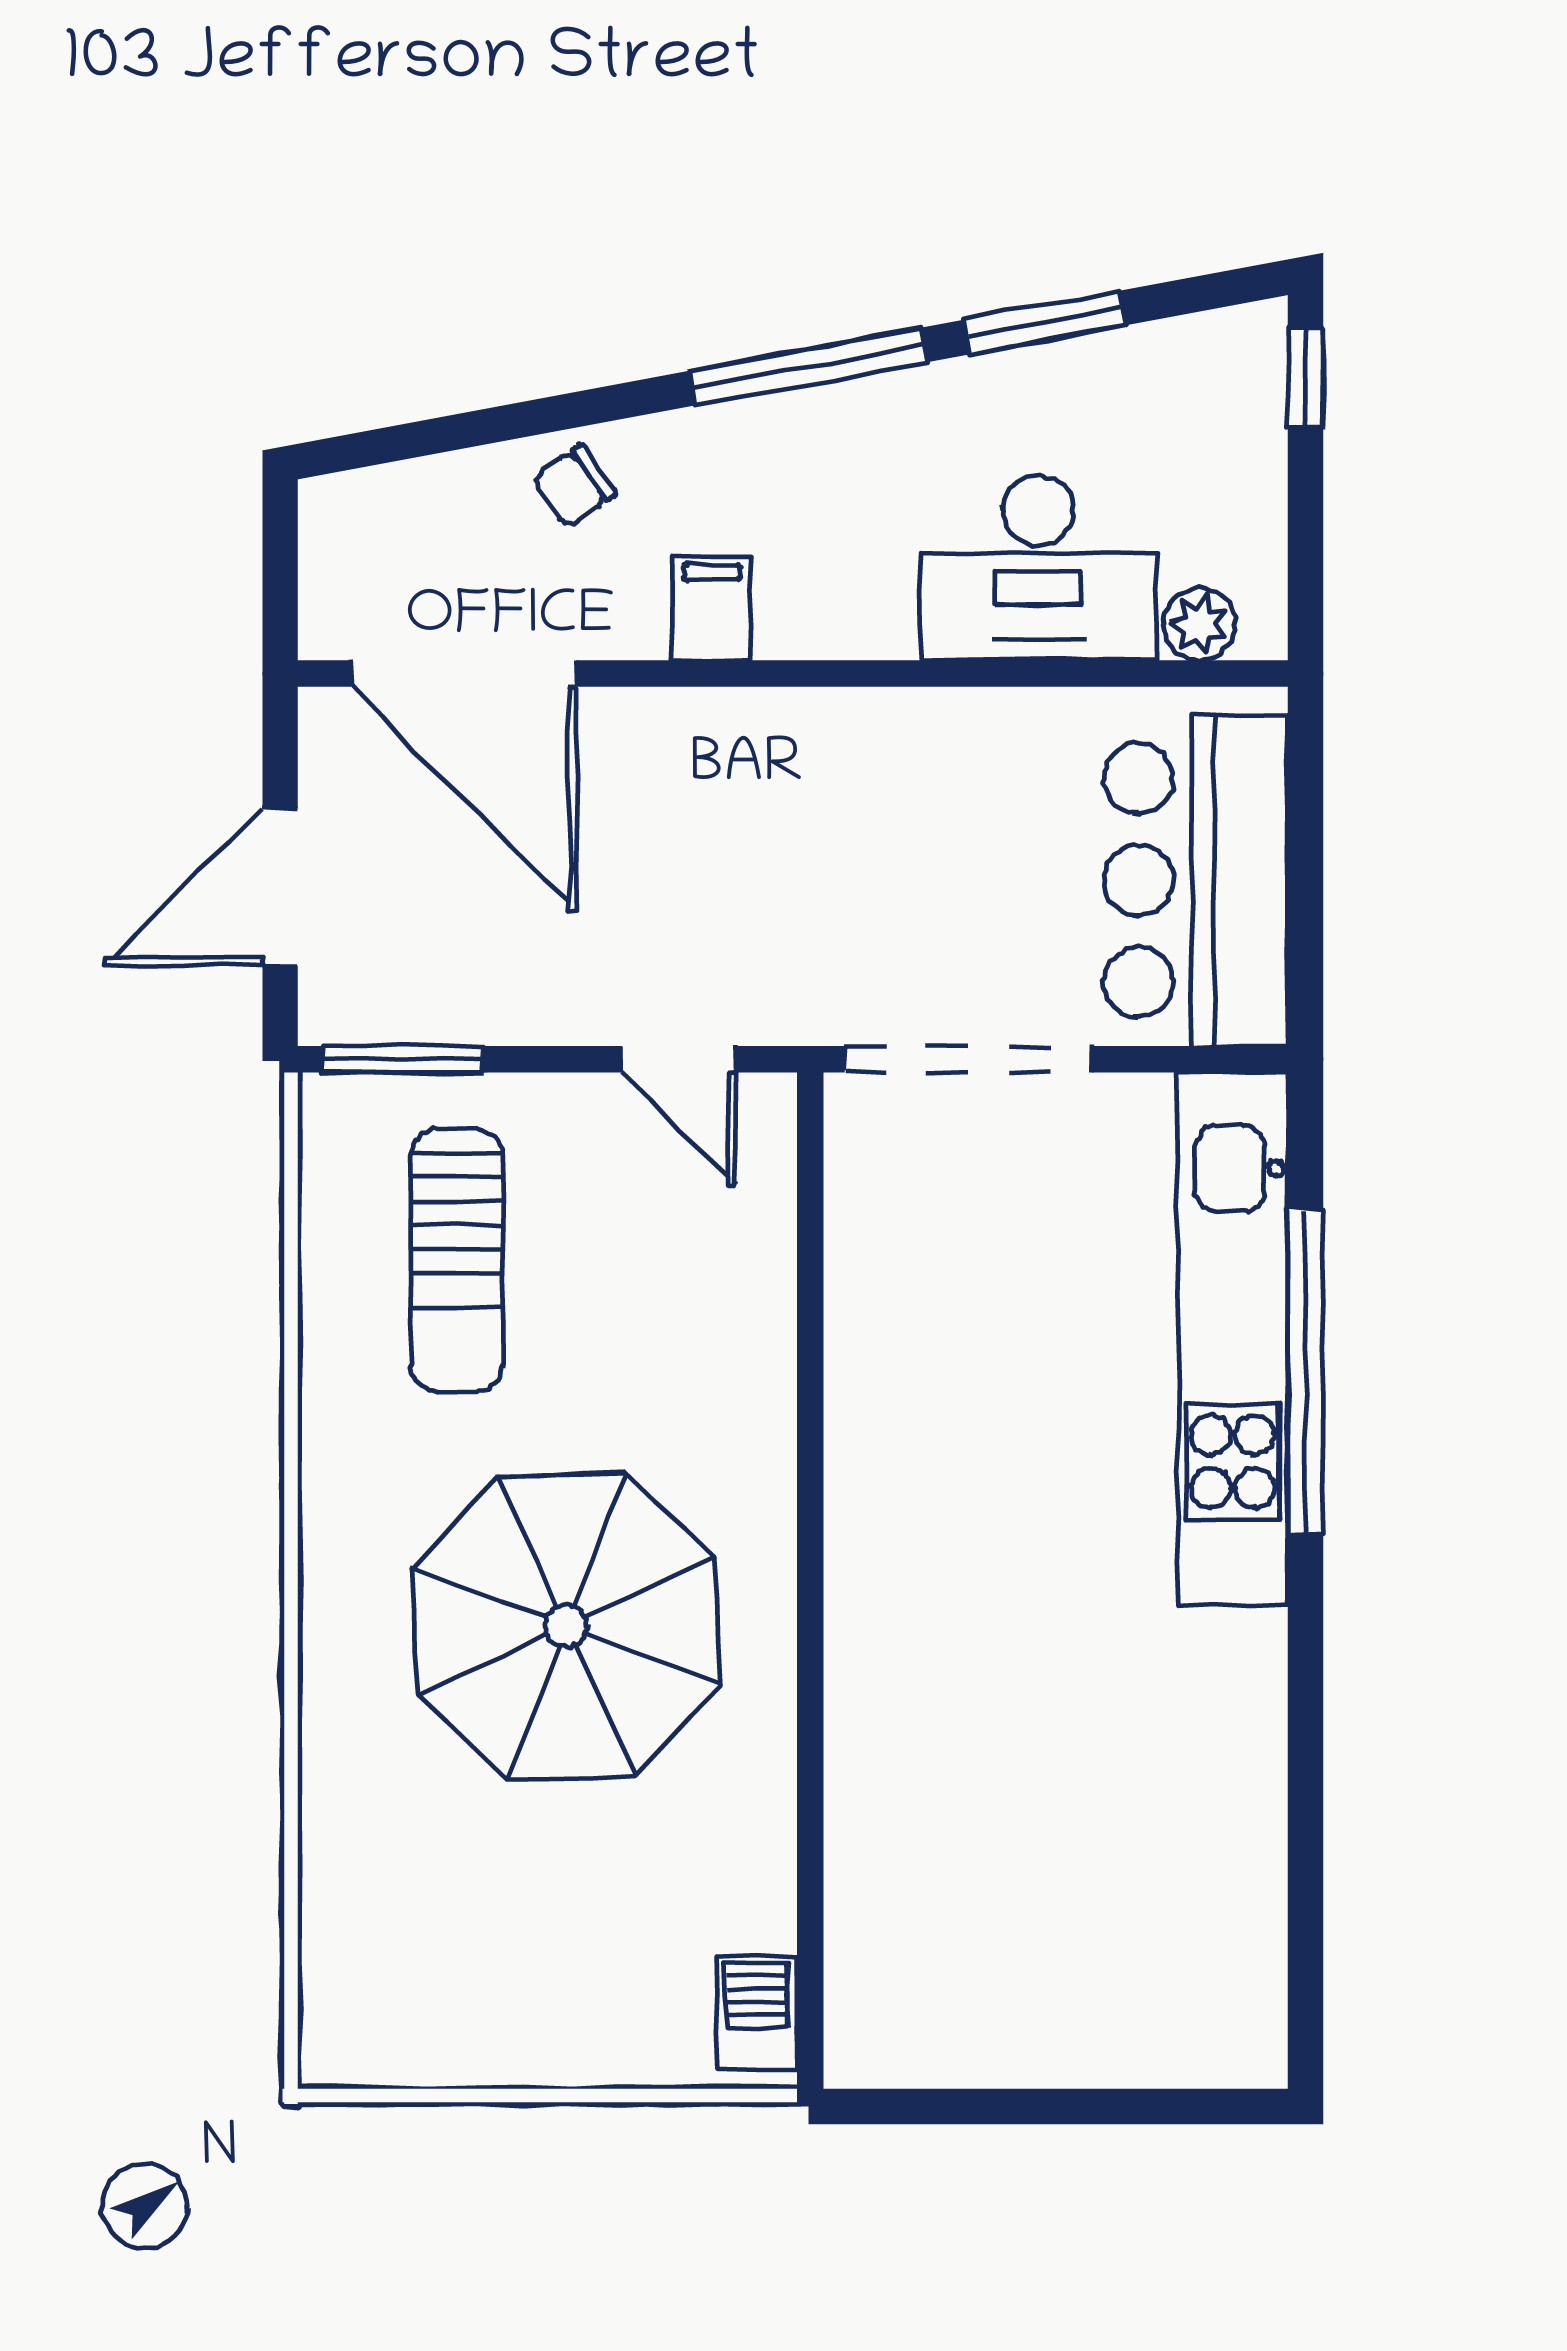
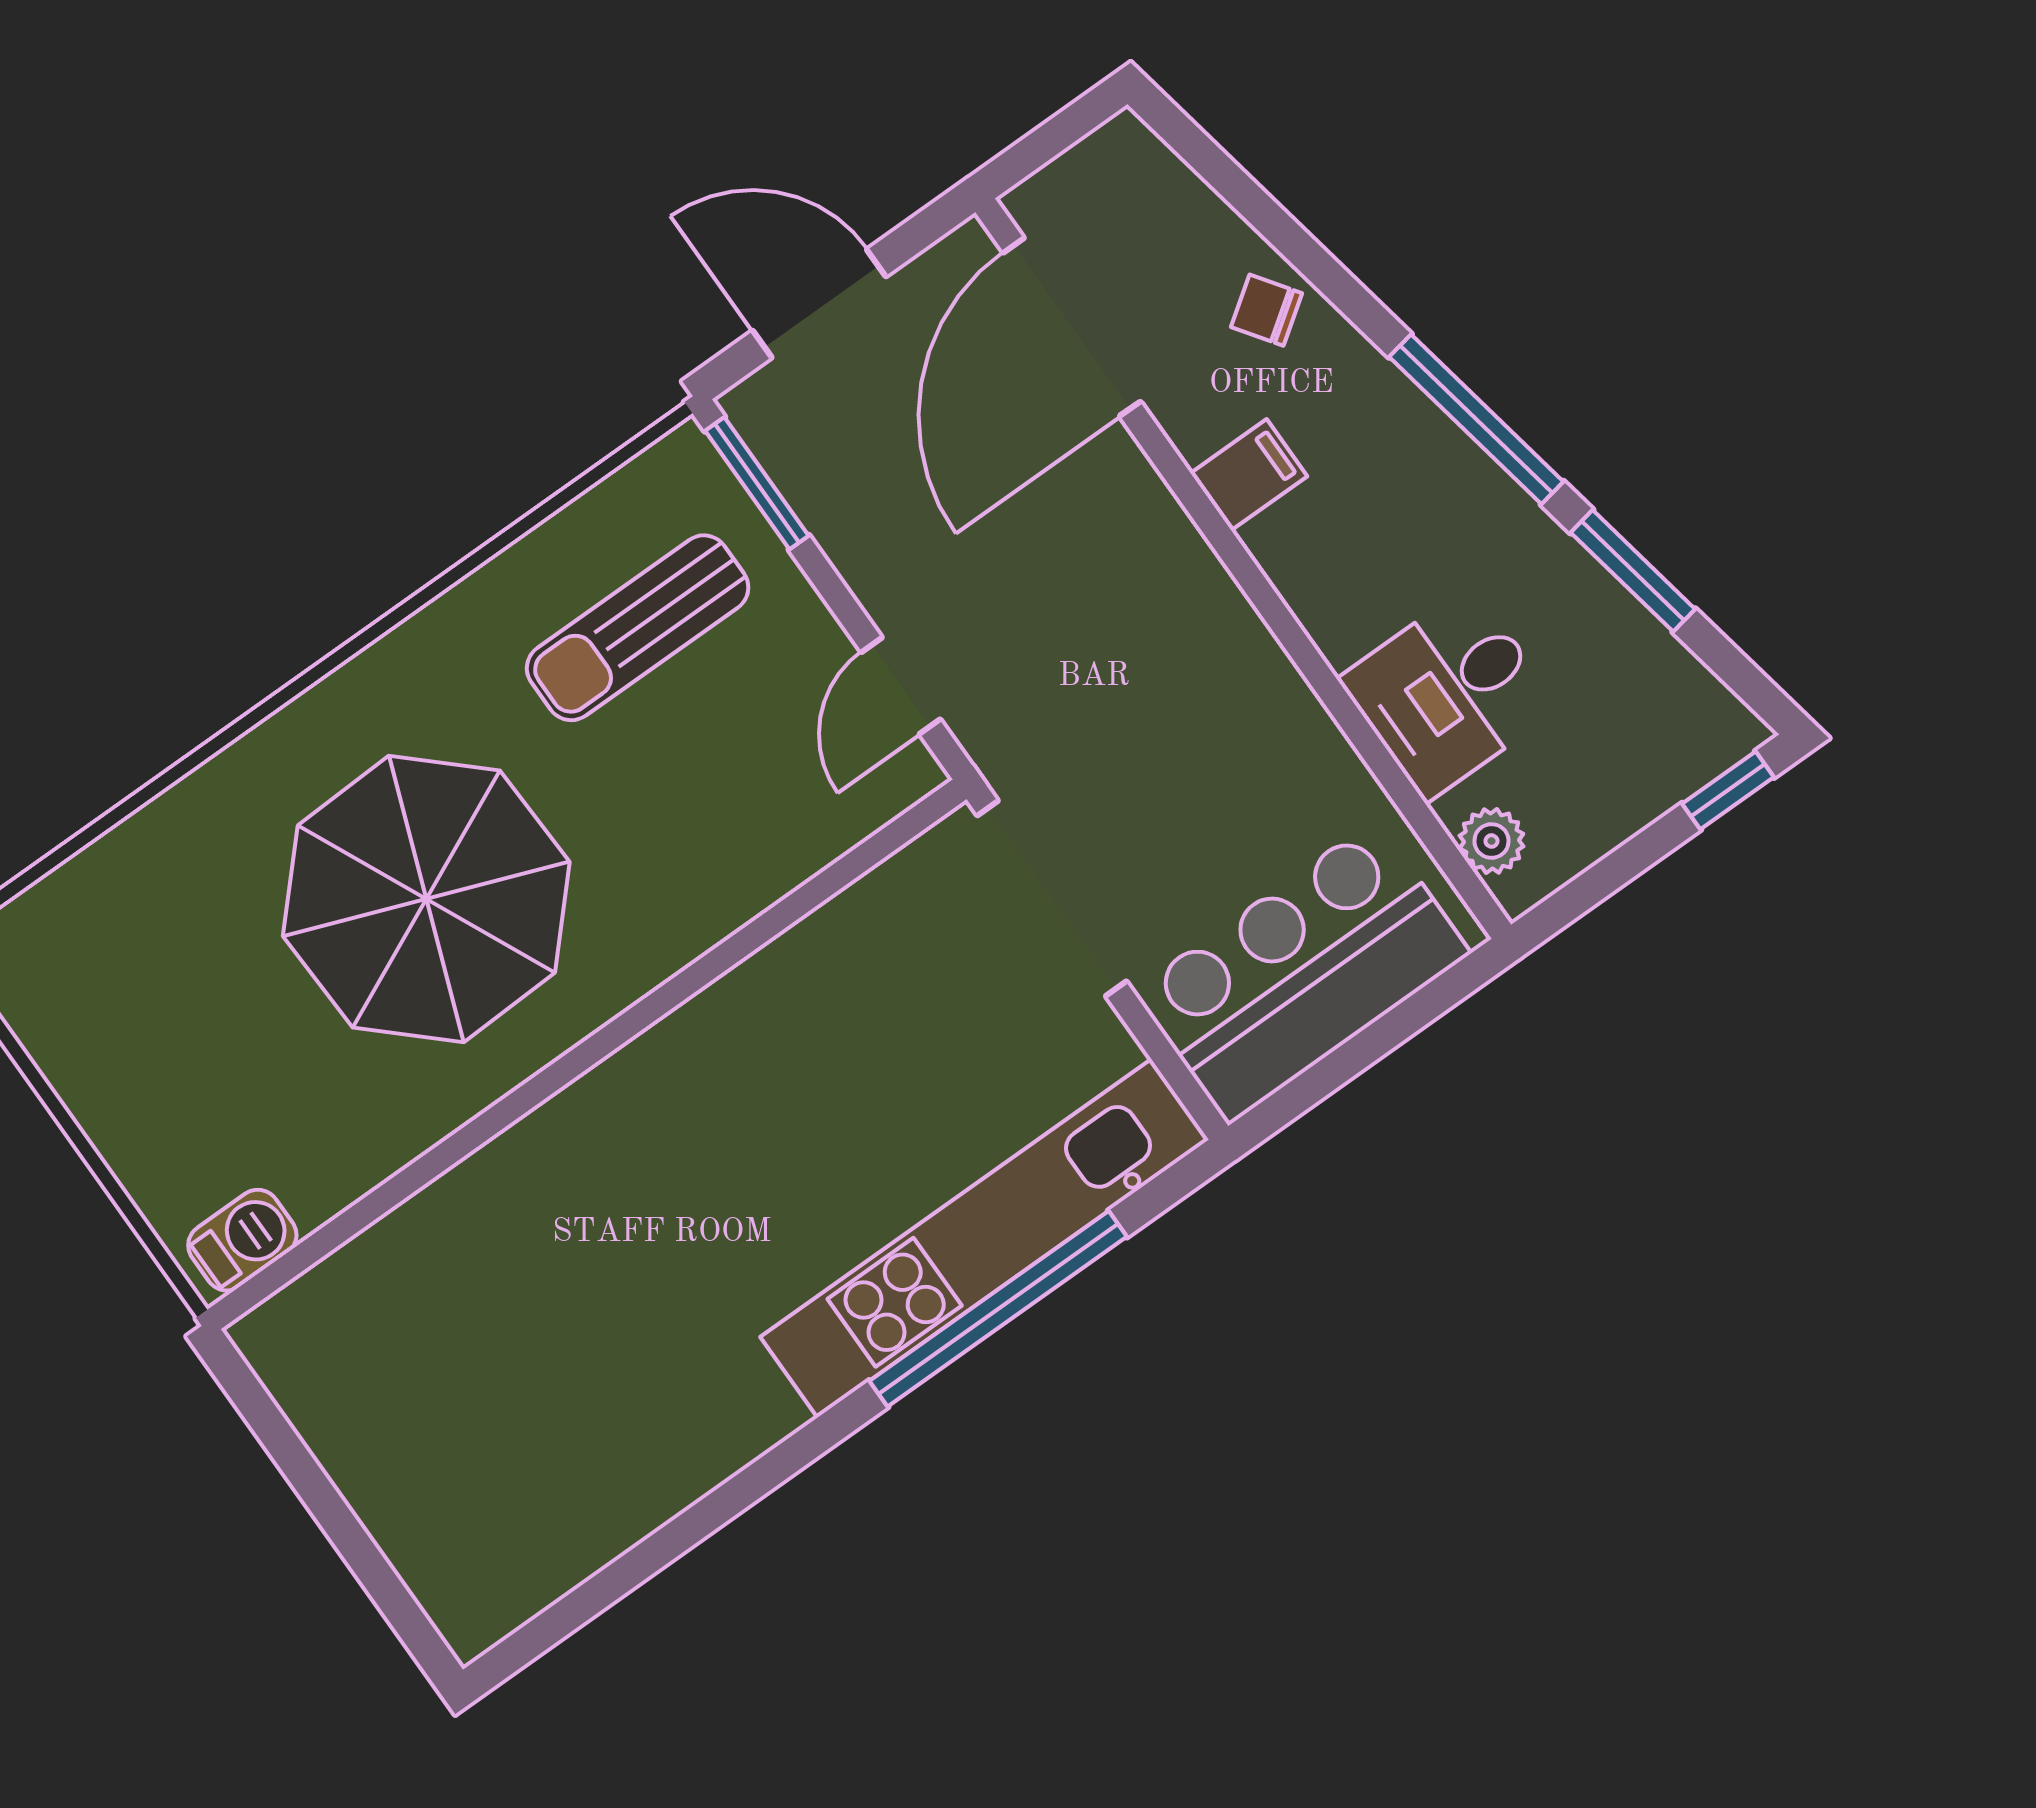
desk: (1038, 568) -> (1449, 693), width x0.73

